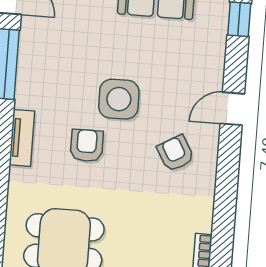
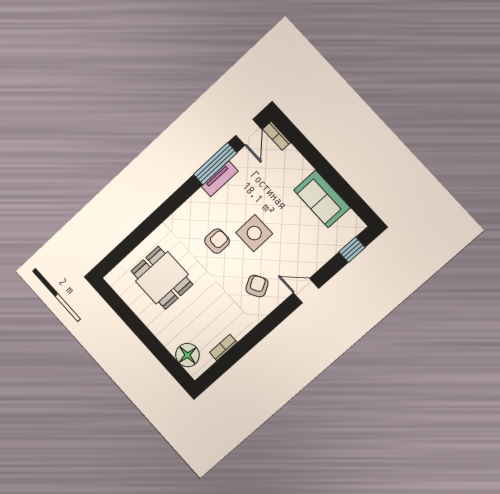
tv unit: (22, 138) -> (220, 179), moved

